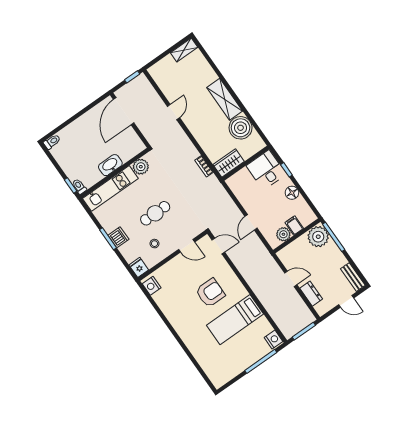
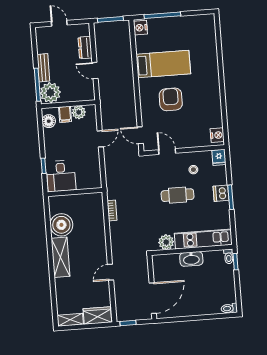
wardrobe: (229, 163) -> (97, 315), moved, turned 180
floor lamp: (292, 193) -> (49, 121), moved
bench: (353, 277) -> (43, 68), moved
armchair: (210, 293) -> (171, 99), turned 90

